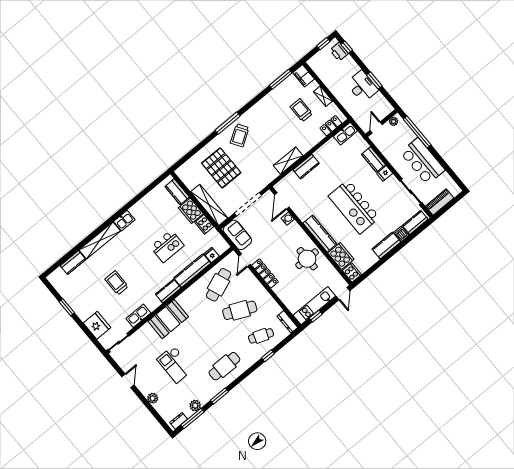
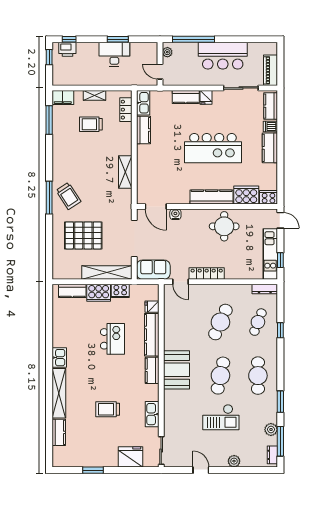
kitchen counter: (306, 167) -> (143, 130), moved
cafe table: (219, 285) -> (220, 376), moved, turned 33
booth: (168, 319) -> (176, 370), moved

